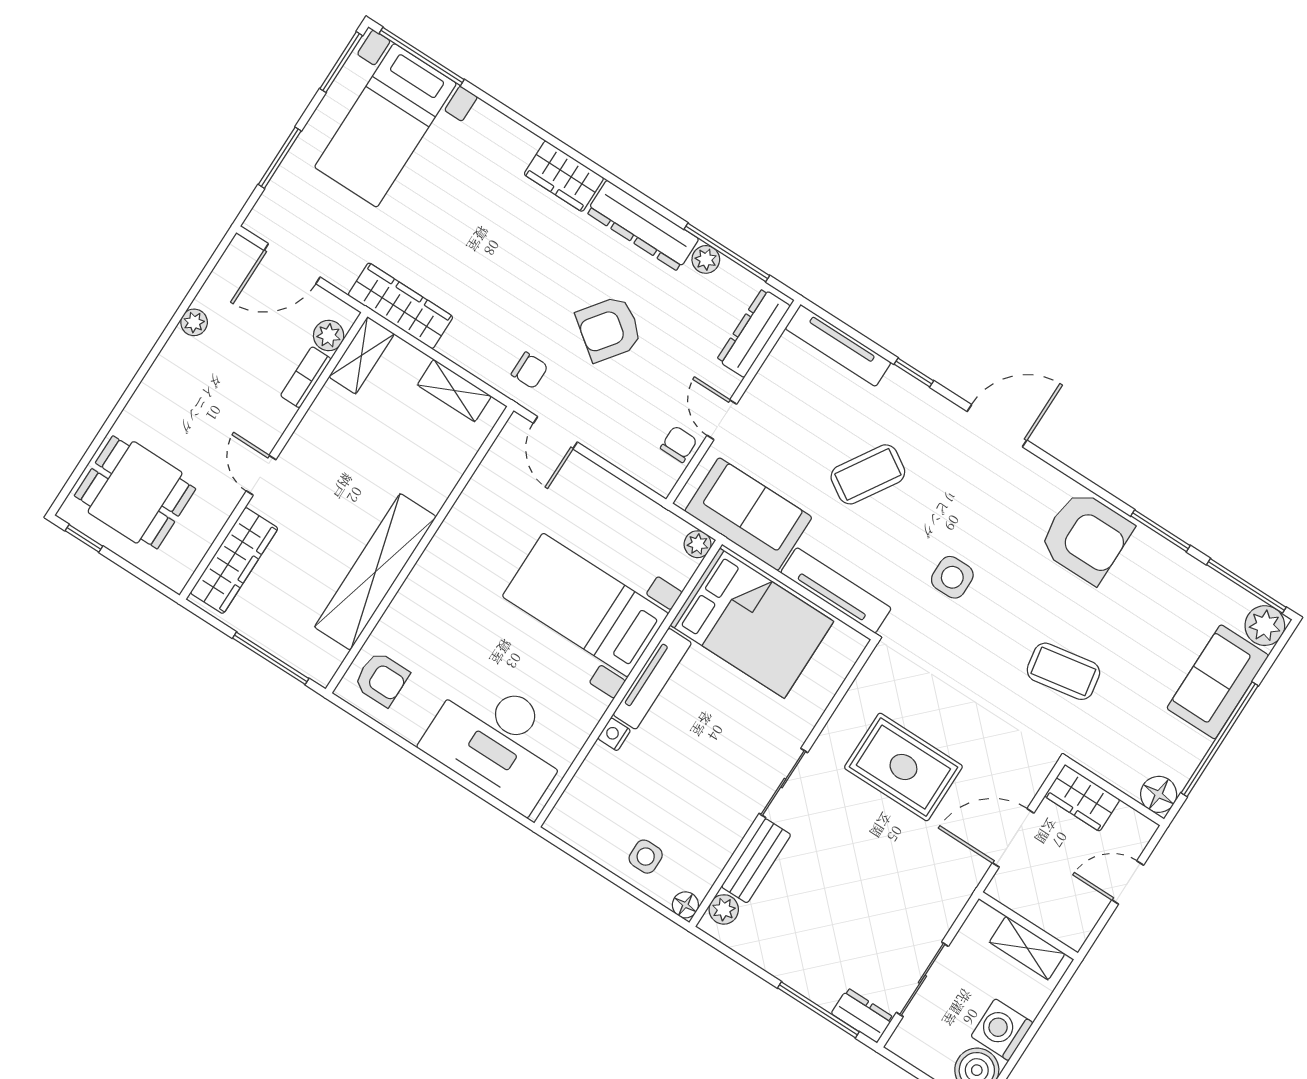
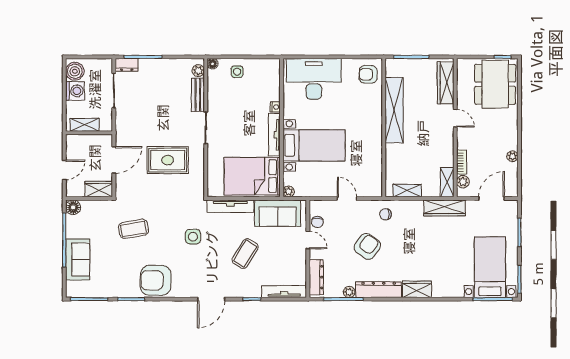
door: (555, 433) -> (347, 198), moved
dining table: (135, 492) -> (495, 84), width x1.38
plant: (1265, 626) -> (74, 289), removed

